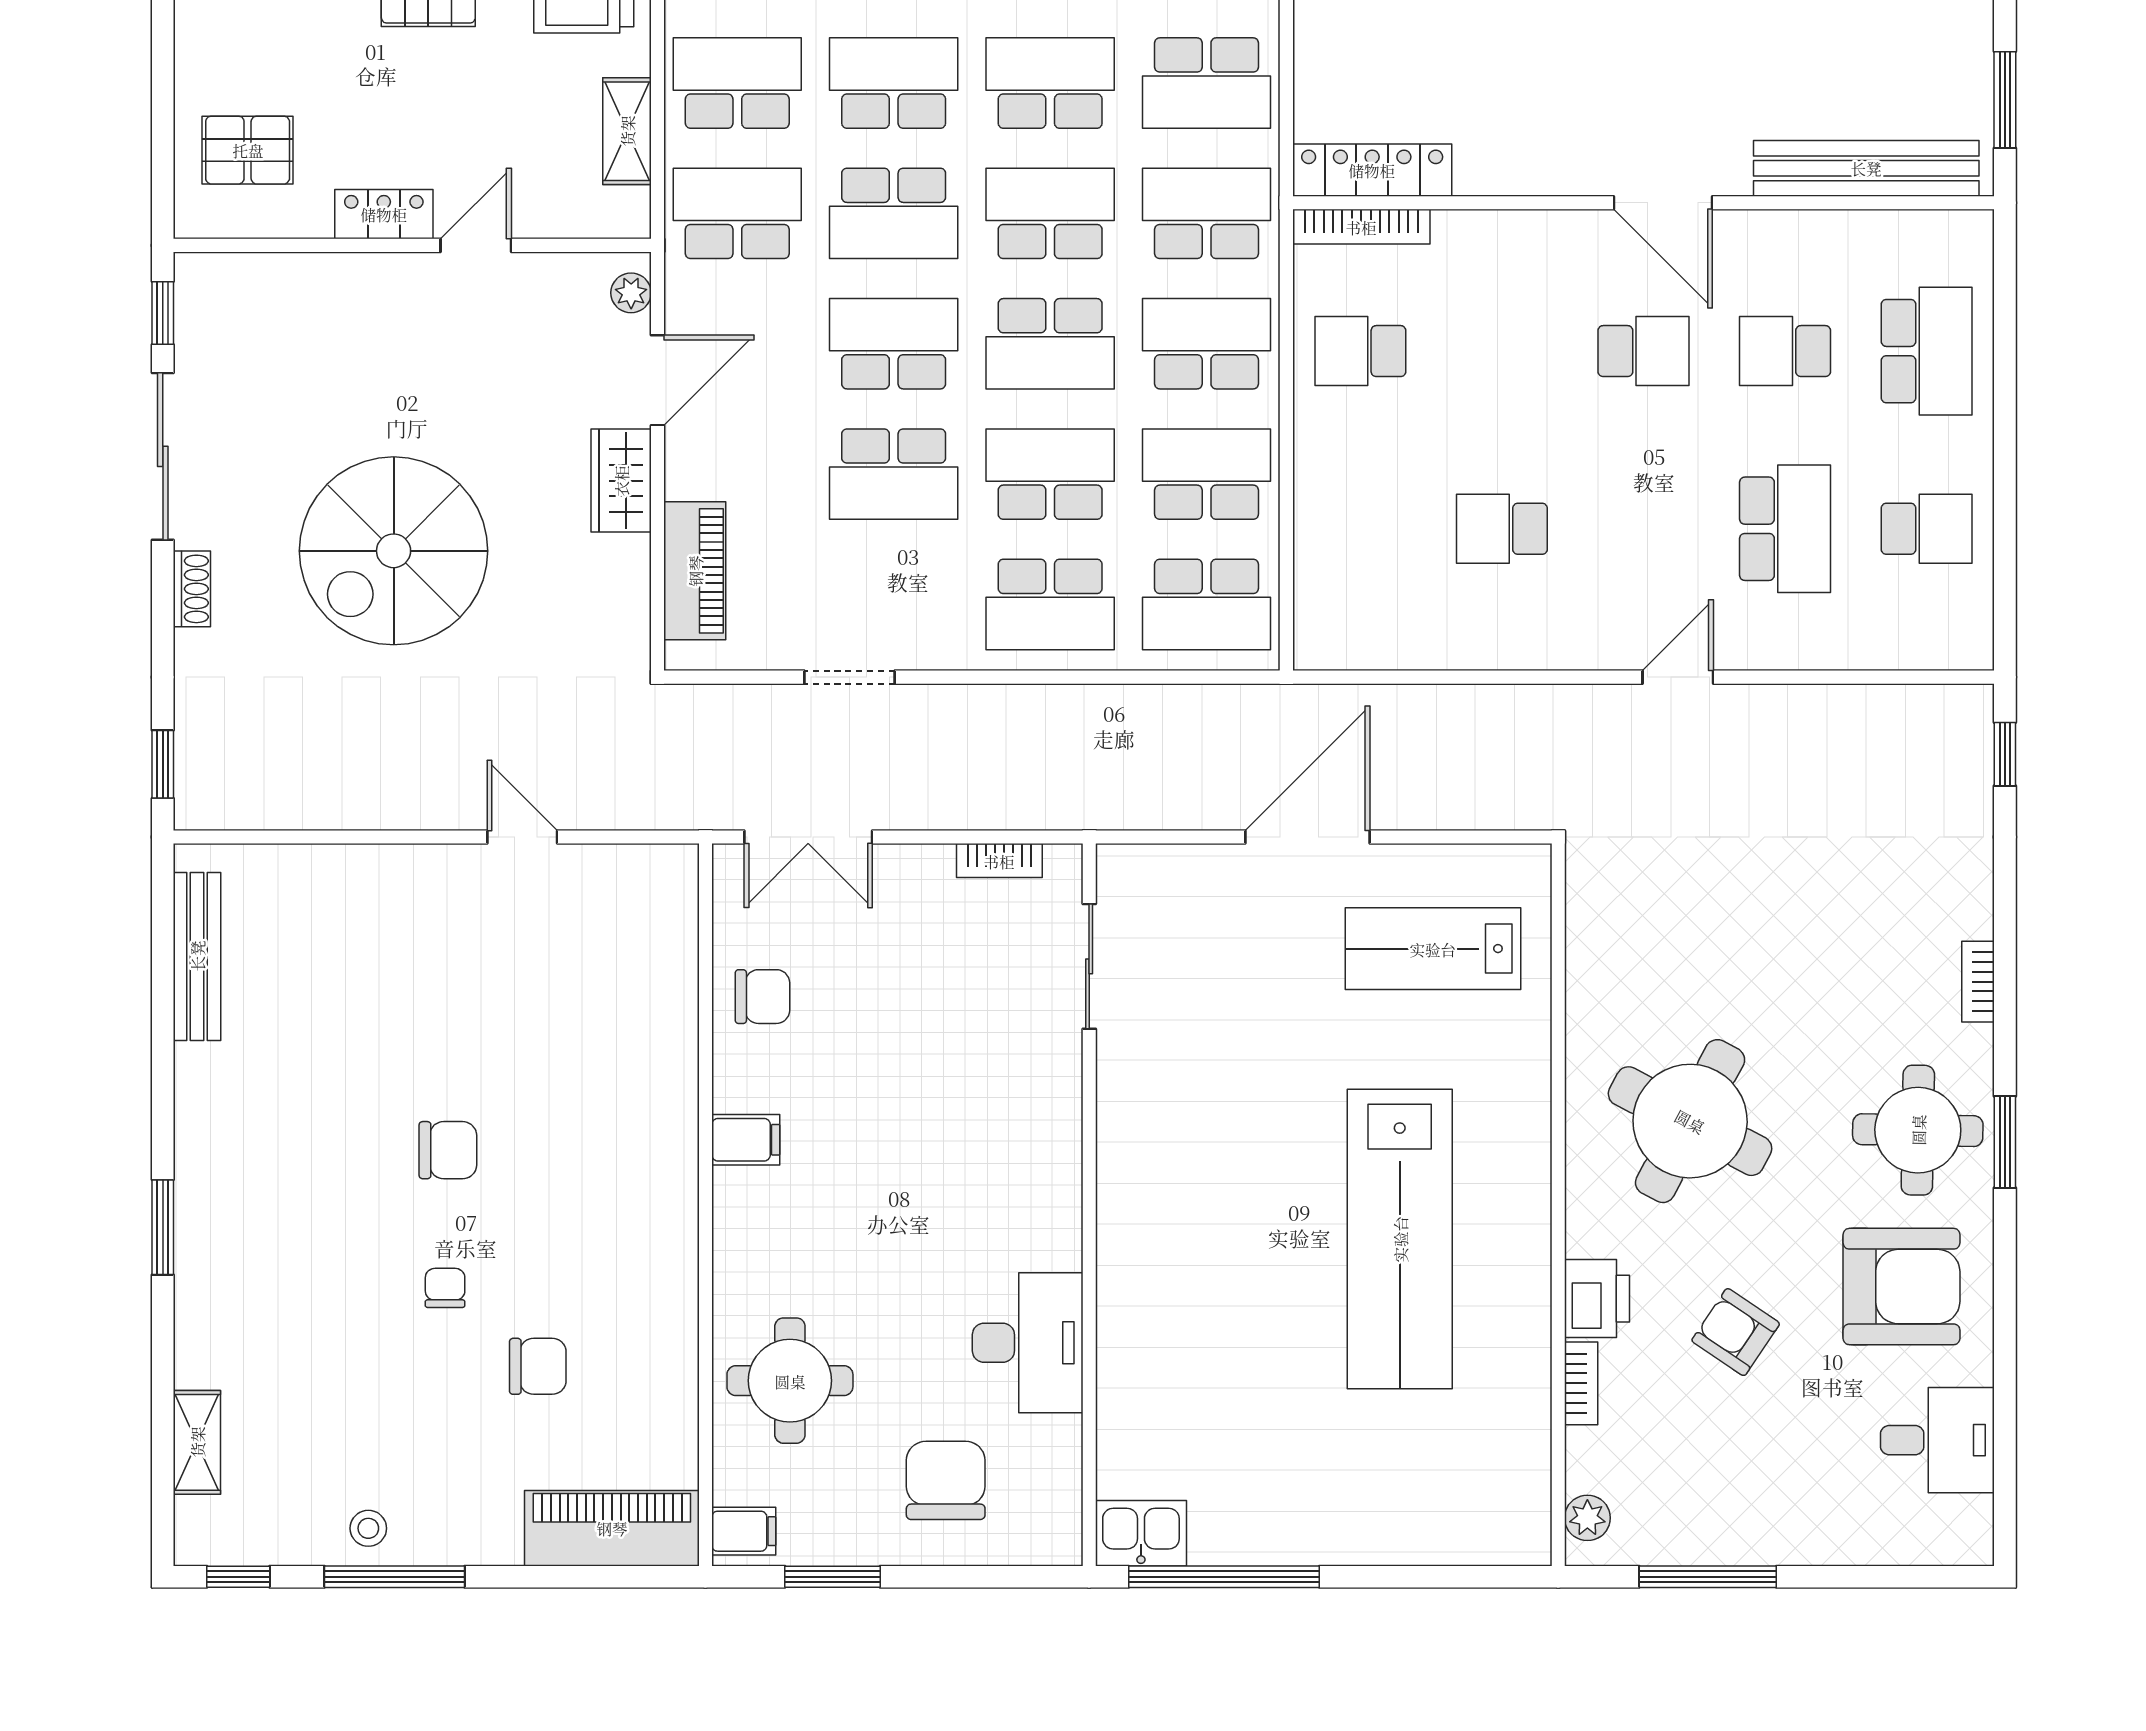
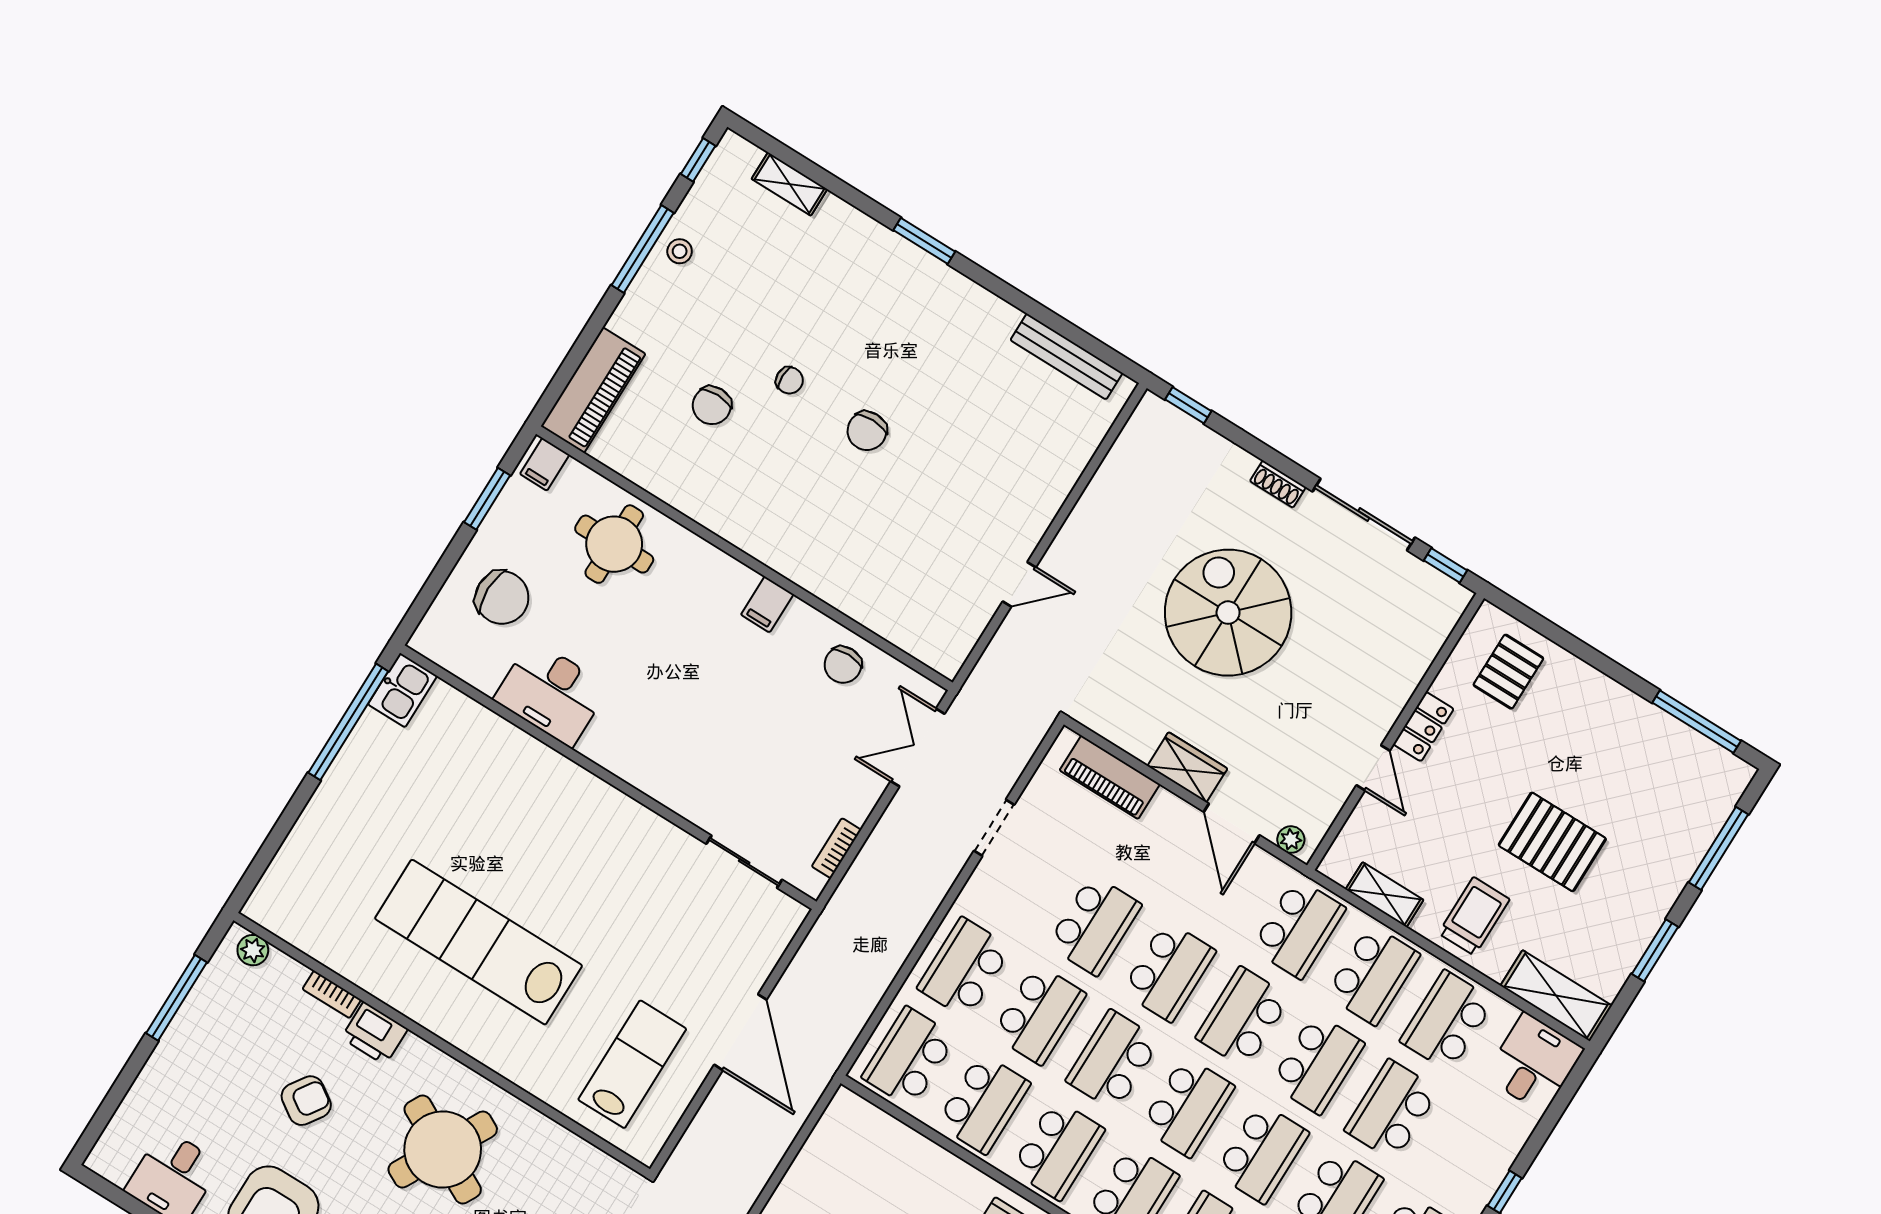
school desk: (894, 474) -> (1094, 925), turned 180

